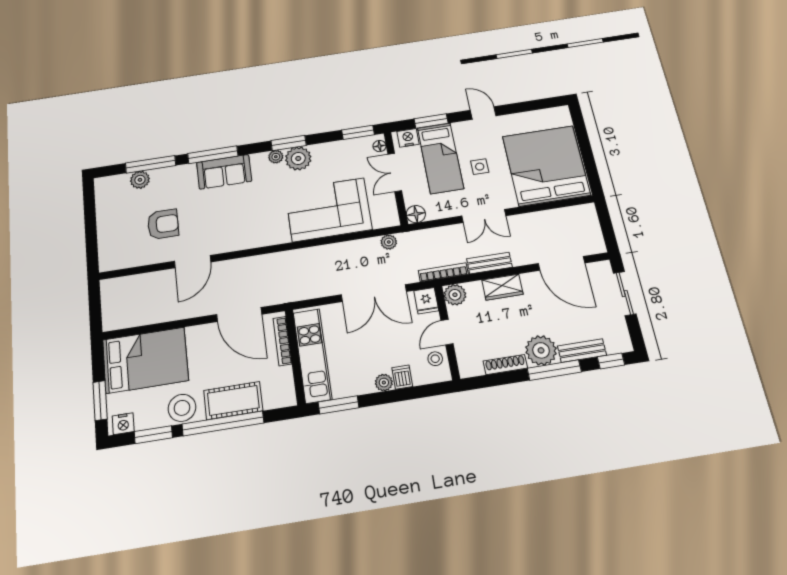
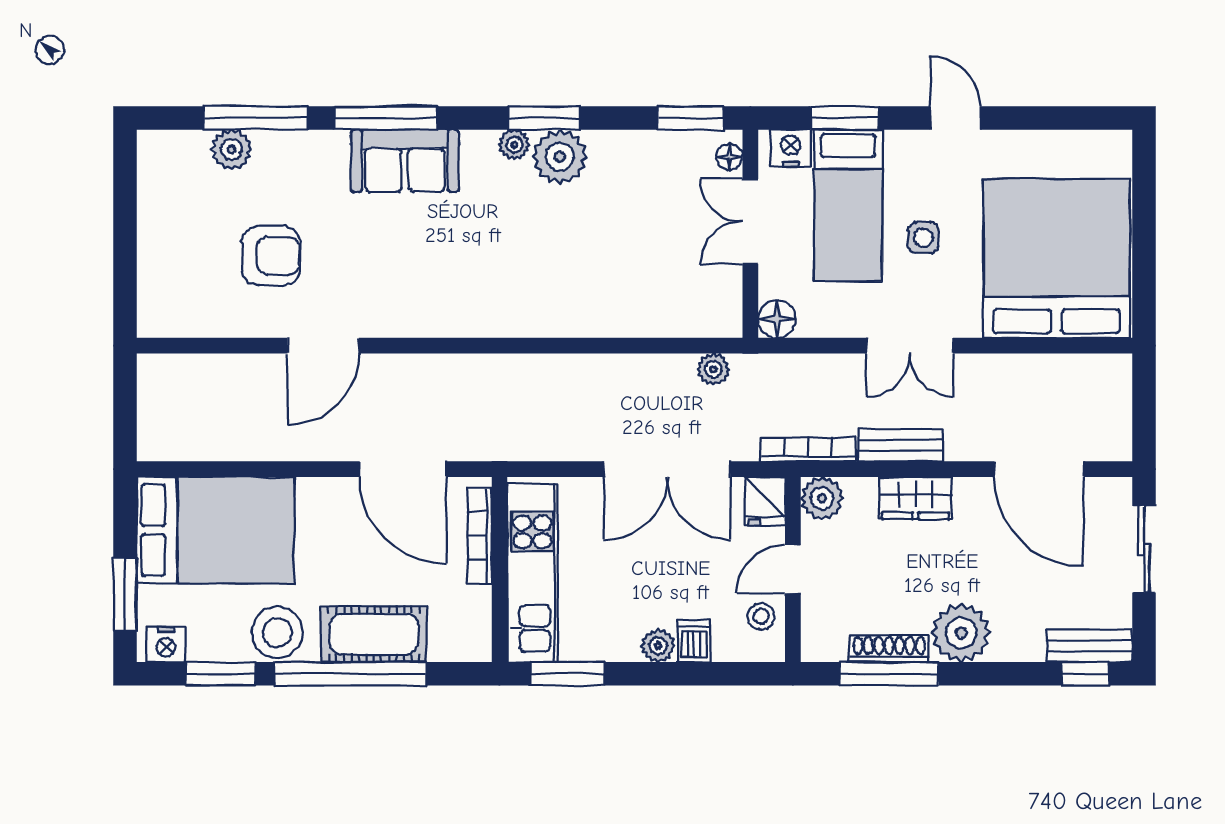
corner sofa: (328, 210) -> (605, 280), removed
bench: (582, 351) -> (1089, 646), moved
window: (554, 370) -> (889, 674), moved

